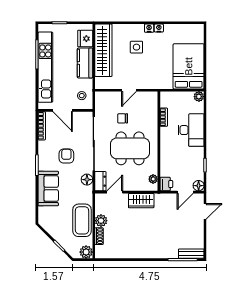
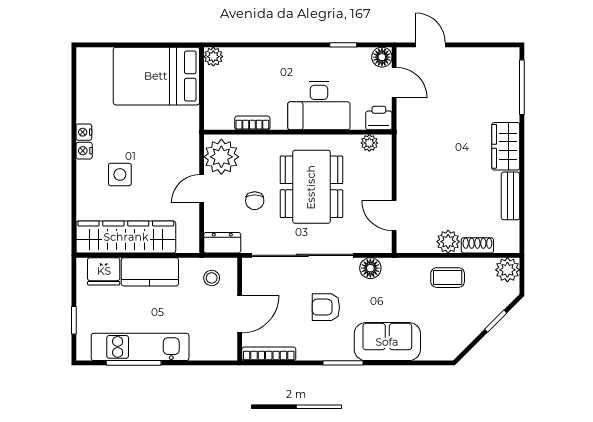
kitchen unit: (45, 67) -> (140, 347), width x0.73
door: (129, 90) -> (202, 189), swing flipped
plant: (146, 101) -> (221, 157), added
desk: (191, 130) -> (319, 106), moved, turned 180
dresser: (100, 181) -> (222, 243), moved
wardrobe: (141, 201) -> (506, 146), moved, turned 180
coffee table: (82, 220) -> (448, 278), width x0.54, depth x0.58
bench: (191, 254) -> (511, 196), moved

